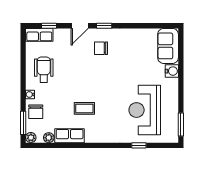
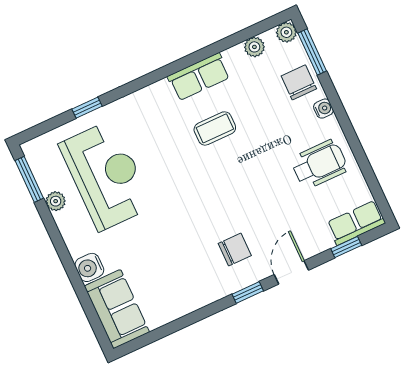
wheelchair: (44, 70) -> (319, 164), turned -90
plant: (173, 109) -> (56, 201), added
row of seats: (70, 136) -> (199, 77), moved

